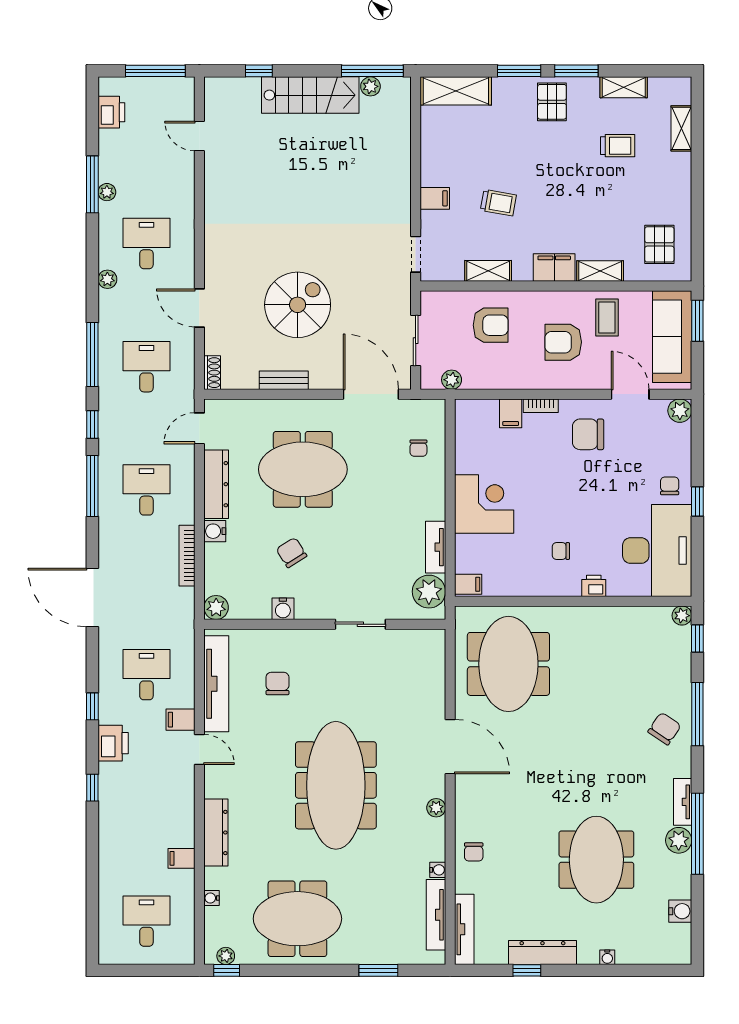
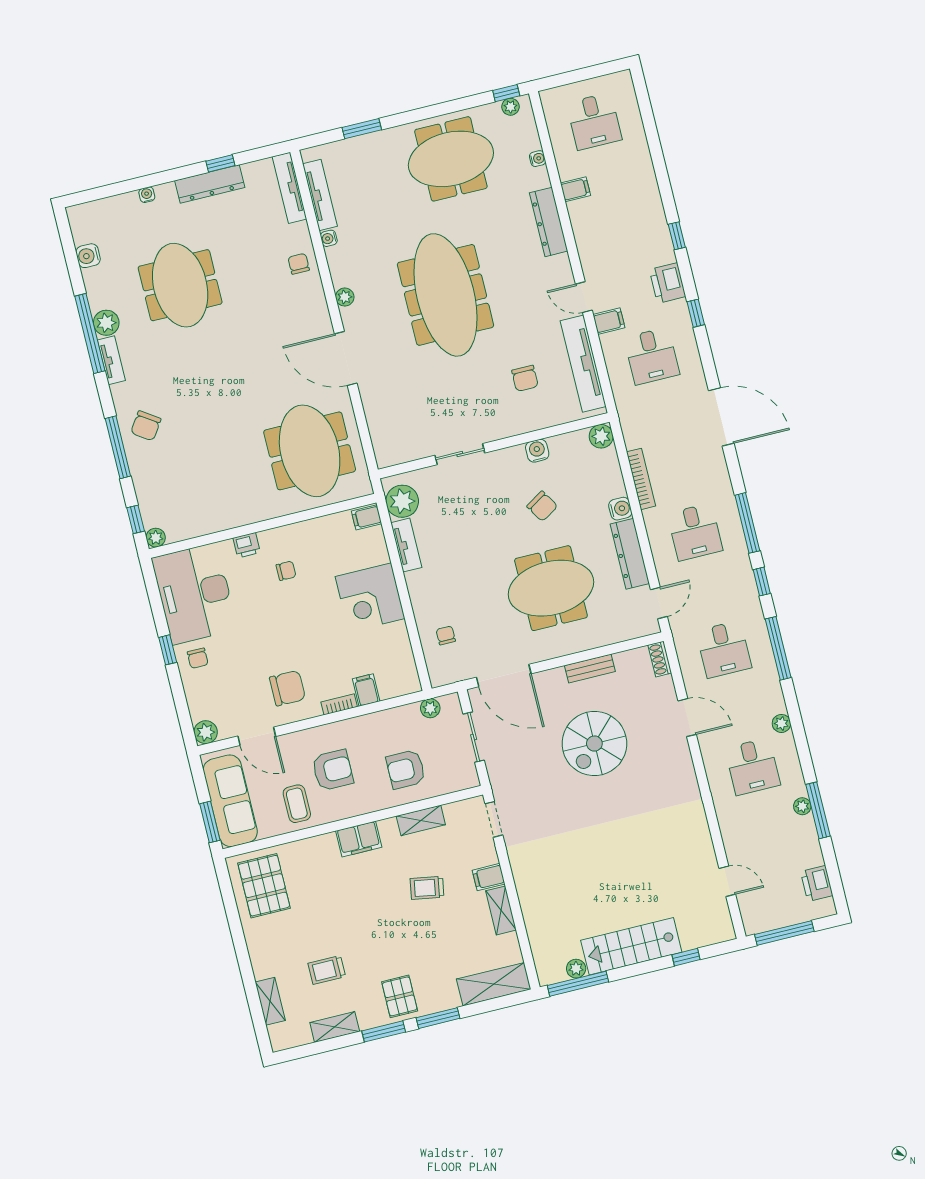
pallet: (659, 244) -> (264, 886), width x1.50, depth x1.42
shelving: (600, 271) -> (501, 910), moved, turned 90

